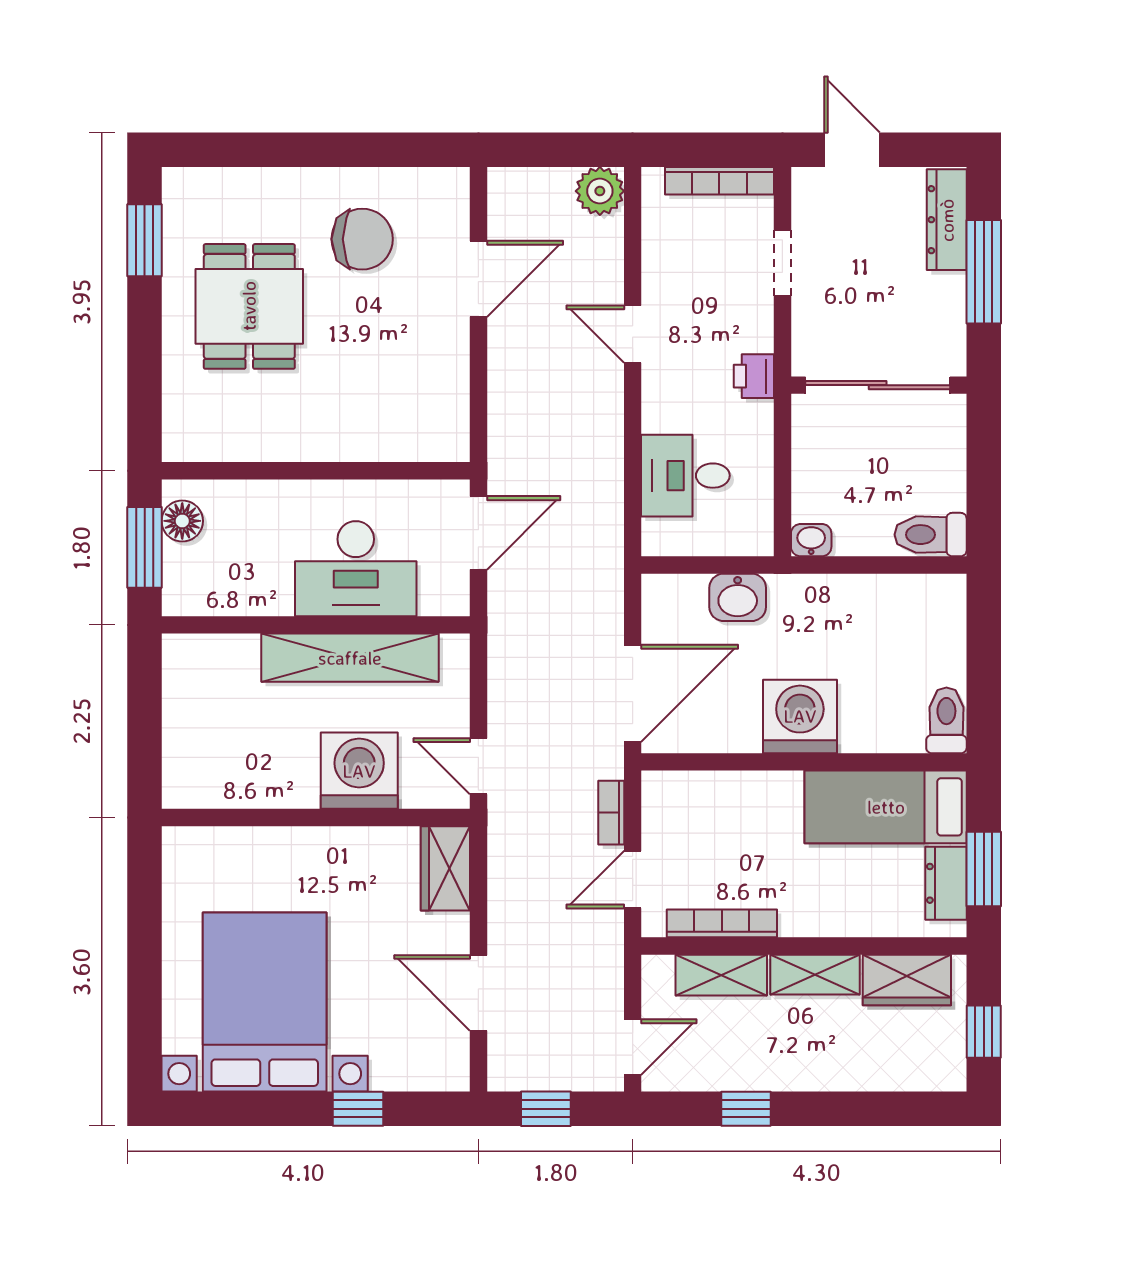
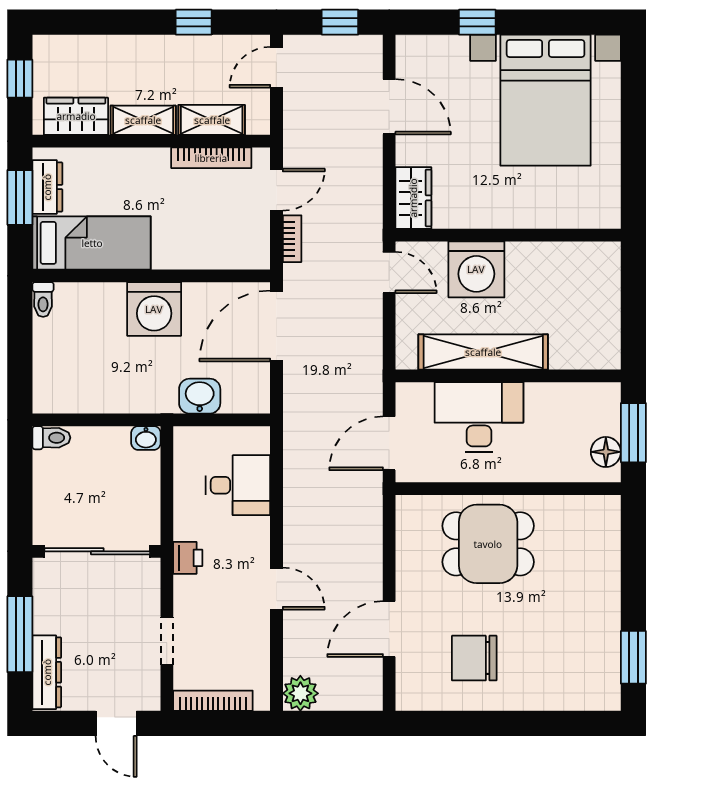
dining table: (249, 306) -> (488, 544), moved, turned 90
toilet: (931, 535) -> (51, 438), width x0.73, depth x0.72
toilet: (946, 720) -> (43, 299), width x0.73, depth x0.72

